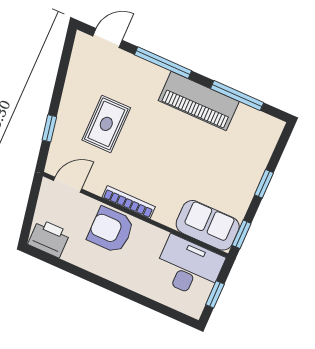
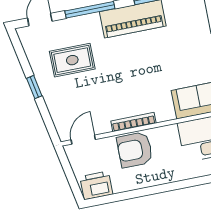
rug: (106, 124) -> (72, 60), moved, turned 90
window: (49, 128) -> (34, 87), moved

